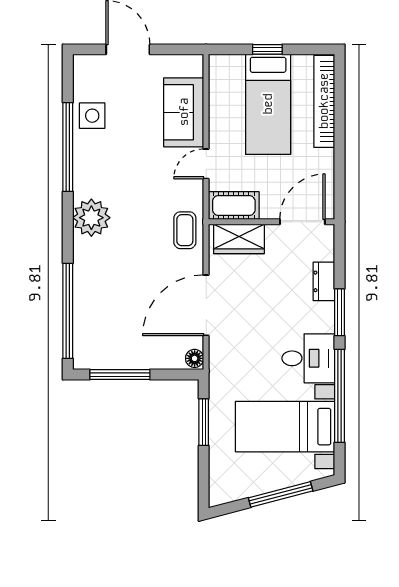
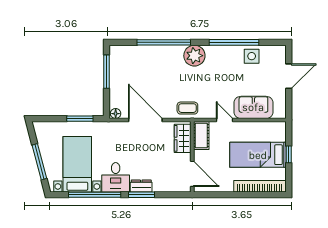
dresser: (324, 281) -> (141, 186), moved
window: (68, 311) -> (164, 42), moved

